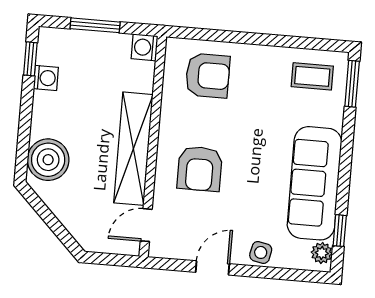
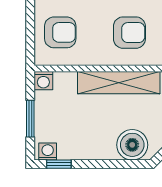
armchair: (208, 76) -> (60, 32), turned 90
washing machine: (46, 78) -> (48, 152), moved

